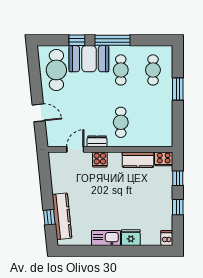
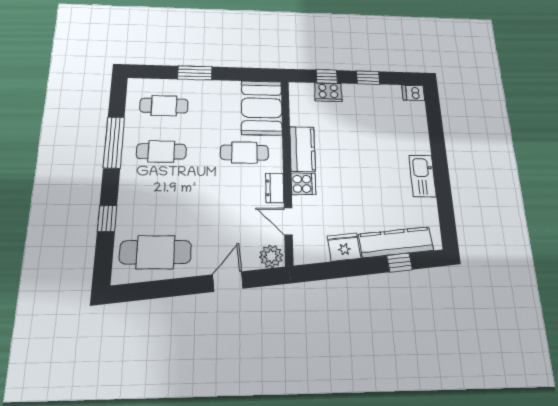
window: (112, 40) -> (114, 142), moved
booth: (89, 59) -> (262, 108), moved
plant: (54, 138) -> (271, 256), added
cooker: (164, 159) -> (328, 92), moved, turned 90
kitchen counter: (138, 160) -> (302, 149), moved
fridge: (131, 238) -> (344, 247), moved, turned 84

